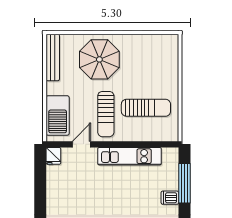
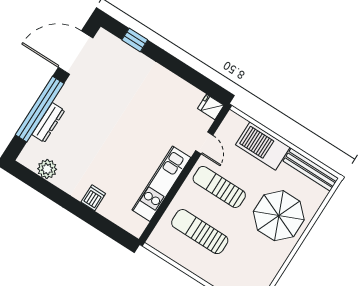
sun lounger: (146, 108) -> (200, 232), turned 90
barbecue: (58, 115) -> (263, 146), moved
window: (184, 183) -> (99, 222), removed

